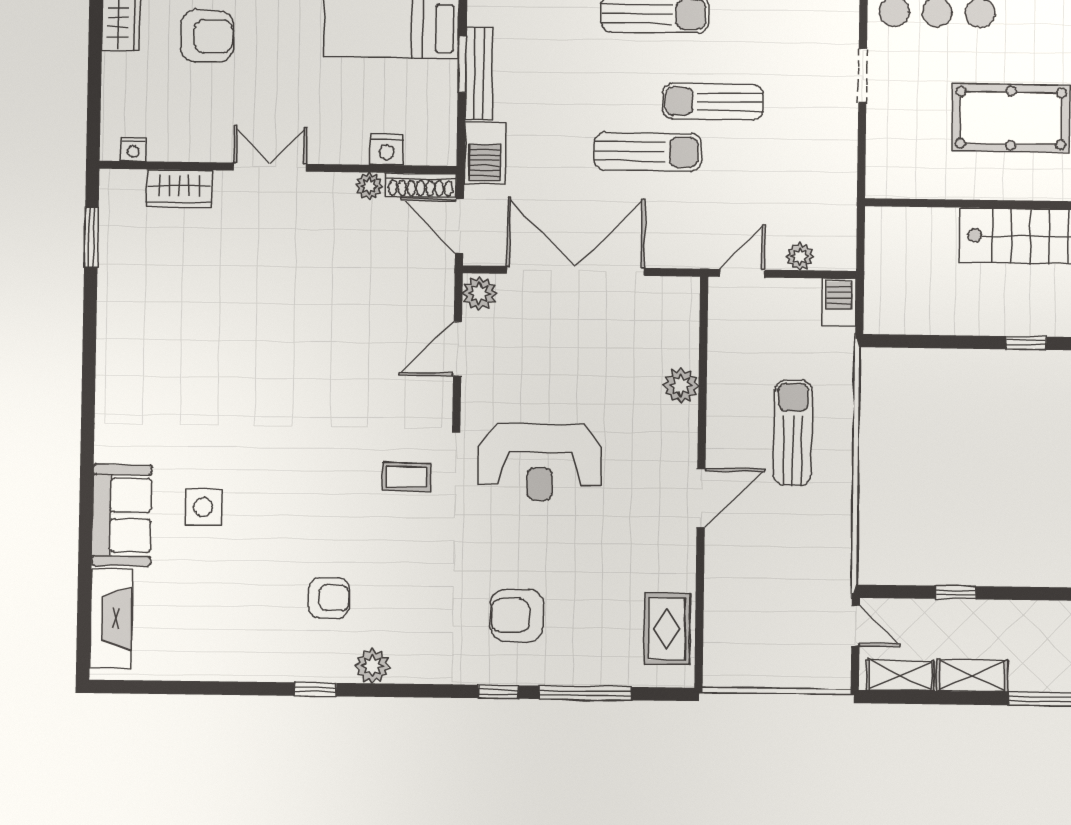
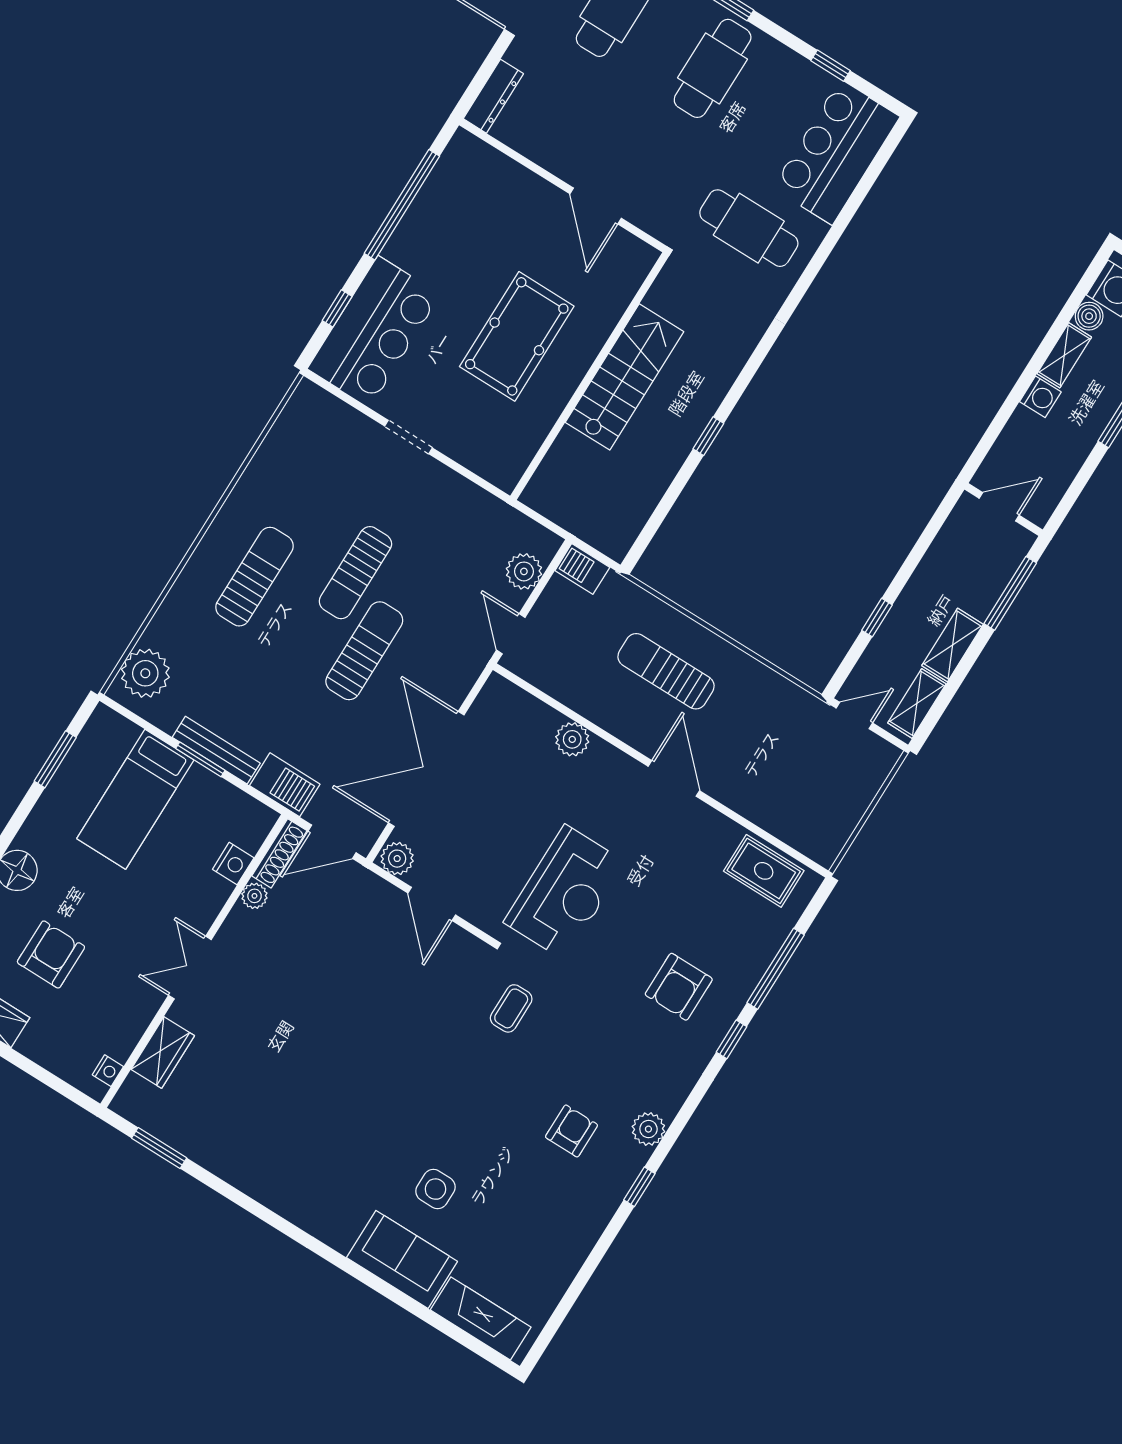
plant: (800, 256) -> (524, 571), width x1.38, depth x1.38

